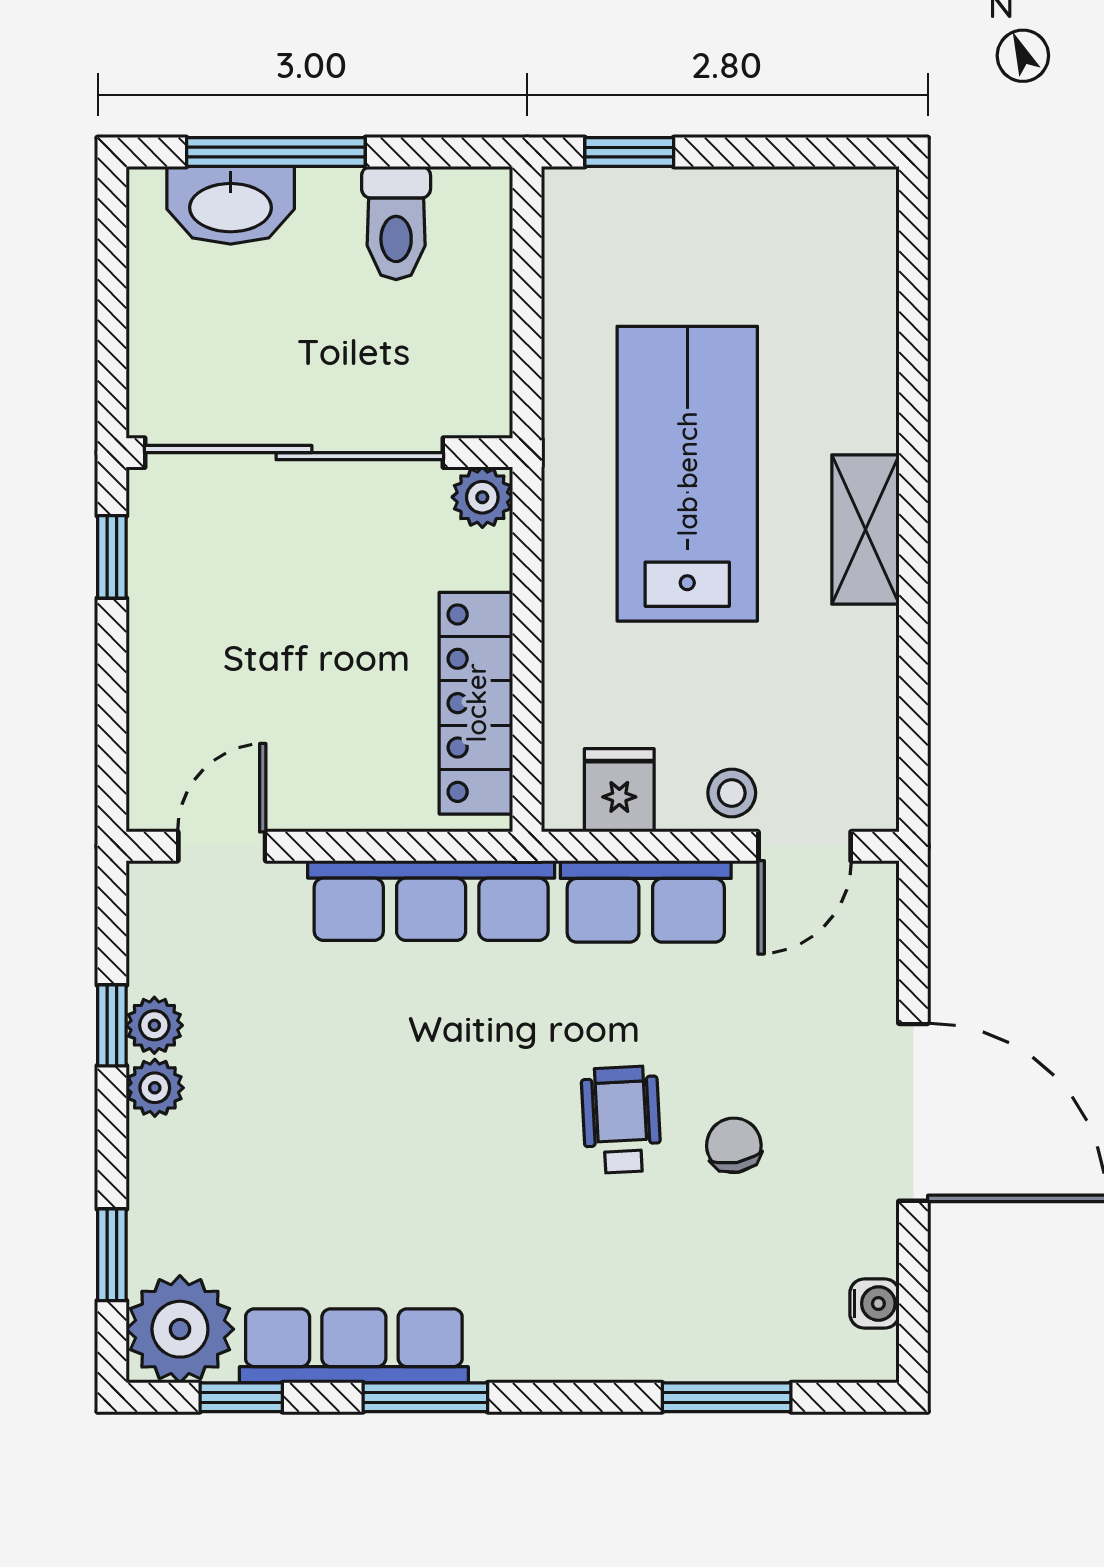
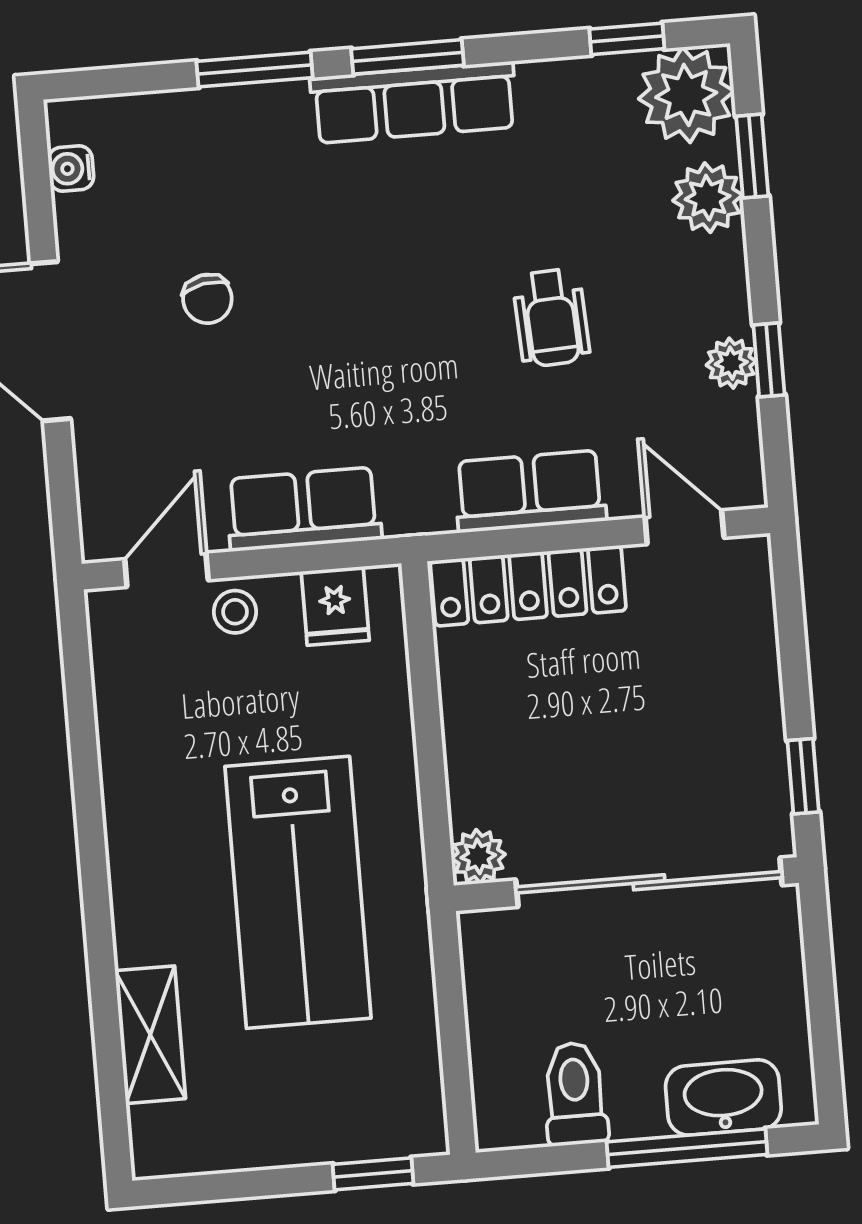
shelving: (865, 529) -> (150, 1035), moved
locker: (476, 703) -> (528, 586), moved, turned 90
door: (222, 846) -> (684, 527), swing flipped
row of seats: (431, 900) -> (530, 491), width x0.68
plant: (155, 1088) -> (708, 198), moved, width x1.38, depth x1.38
wheelchair: (621, 1120) -> (551, 318), moved
row of seats: (354, 1346) -> (414, 102), moved
window: (425, 1397) -> (408, 57), moved
window: (727, 1397) -> (255, 70), moved

